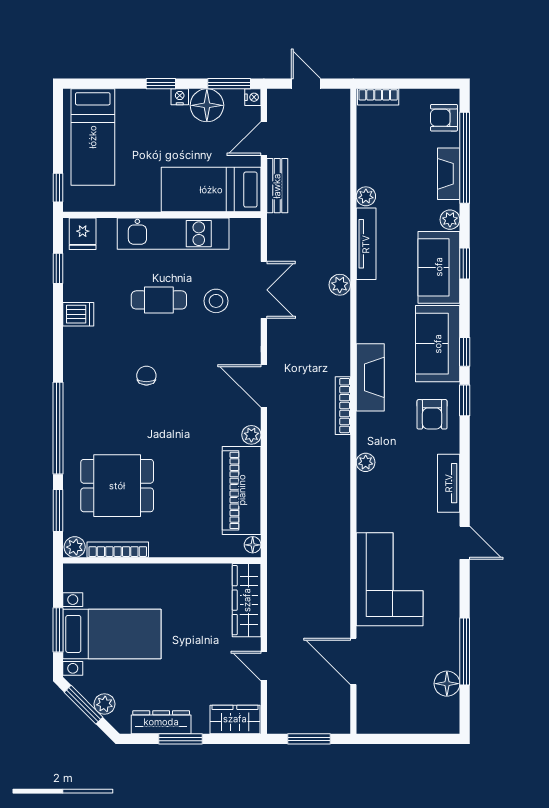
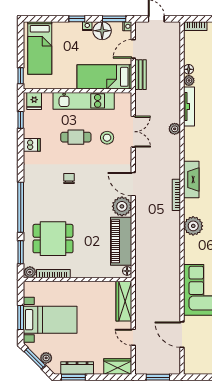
floor lamp: (365, 176) -> (189, 69), added
plant: (251, 435) -> (122, 206), width x1.88, depth x1.88
plant: (366, 462) -> (193, 226), width x1.87, depth x1.87
window: (180, 739) -> (73, 377), moved

